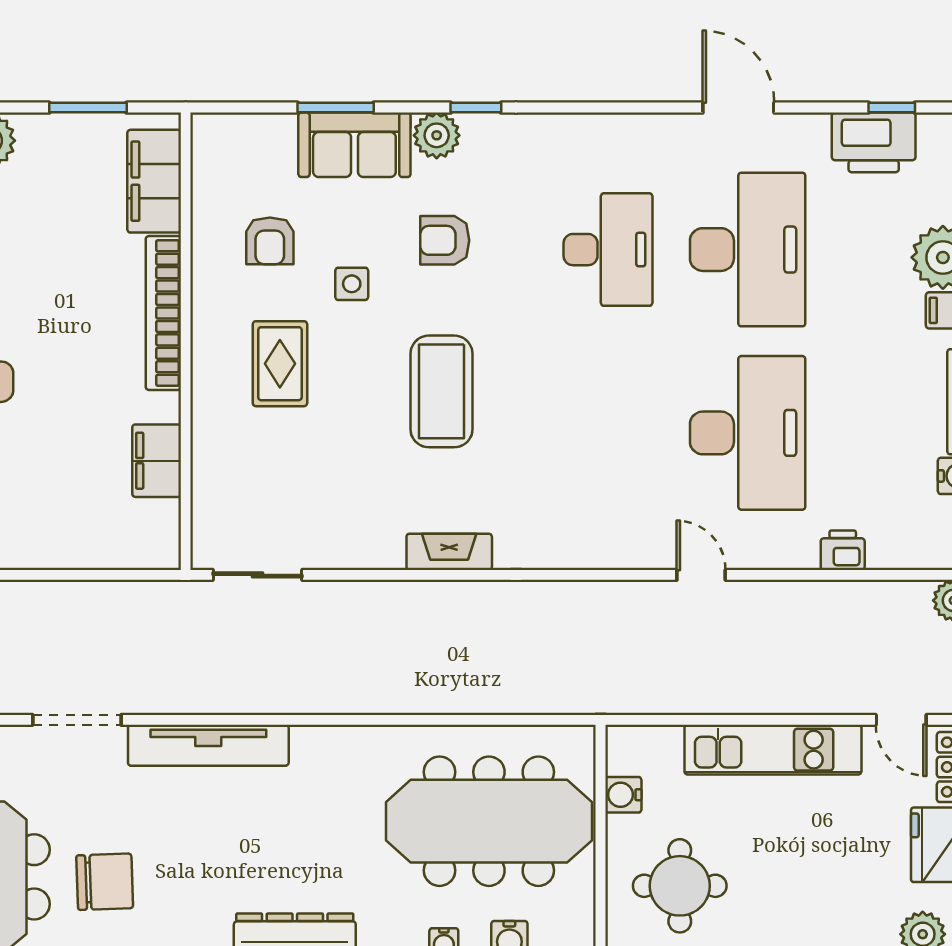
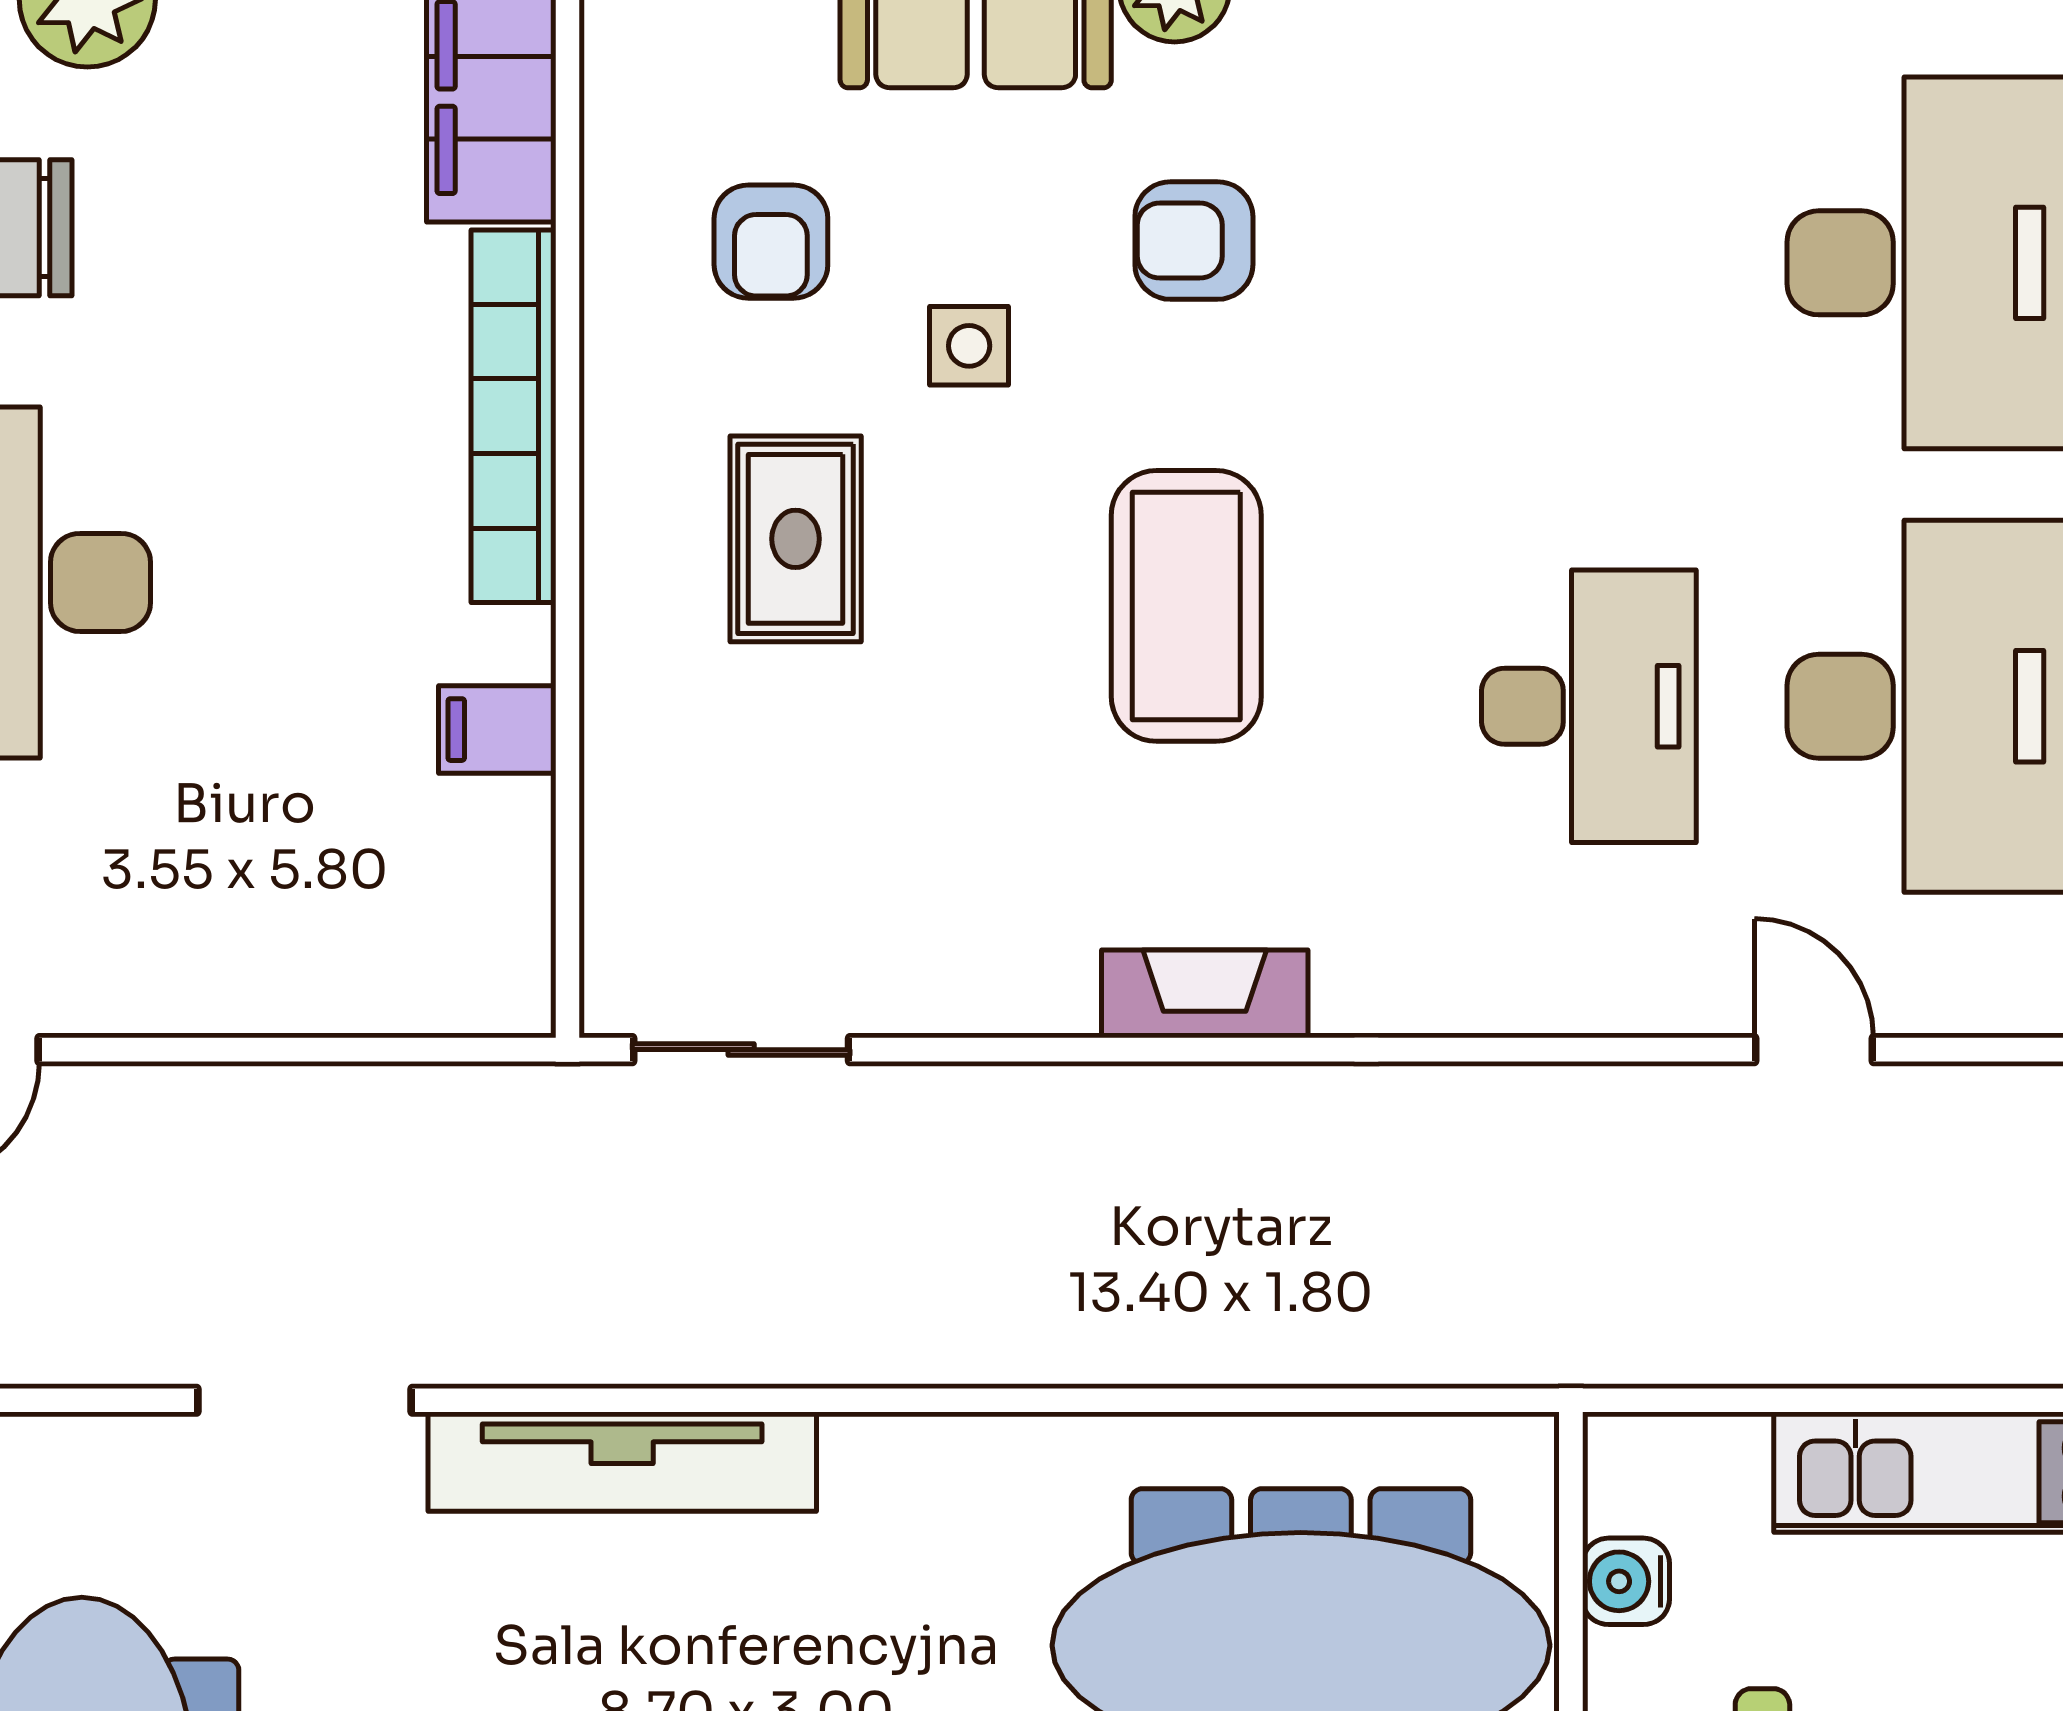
desk: (608, 250) -> (1589, 706), moved
filing cabinet: (157, 461) -> (497, 730), width x0.50

